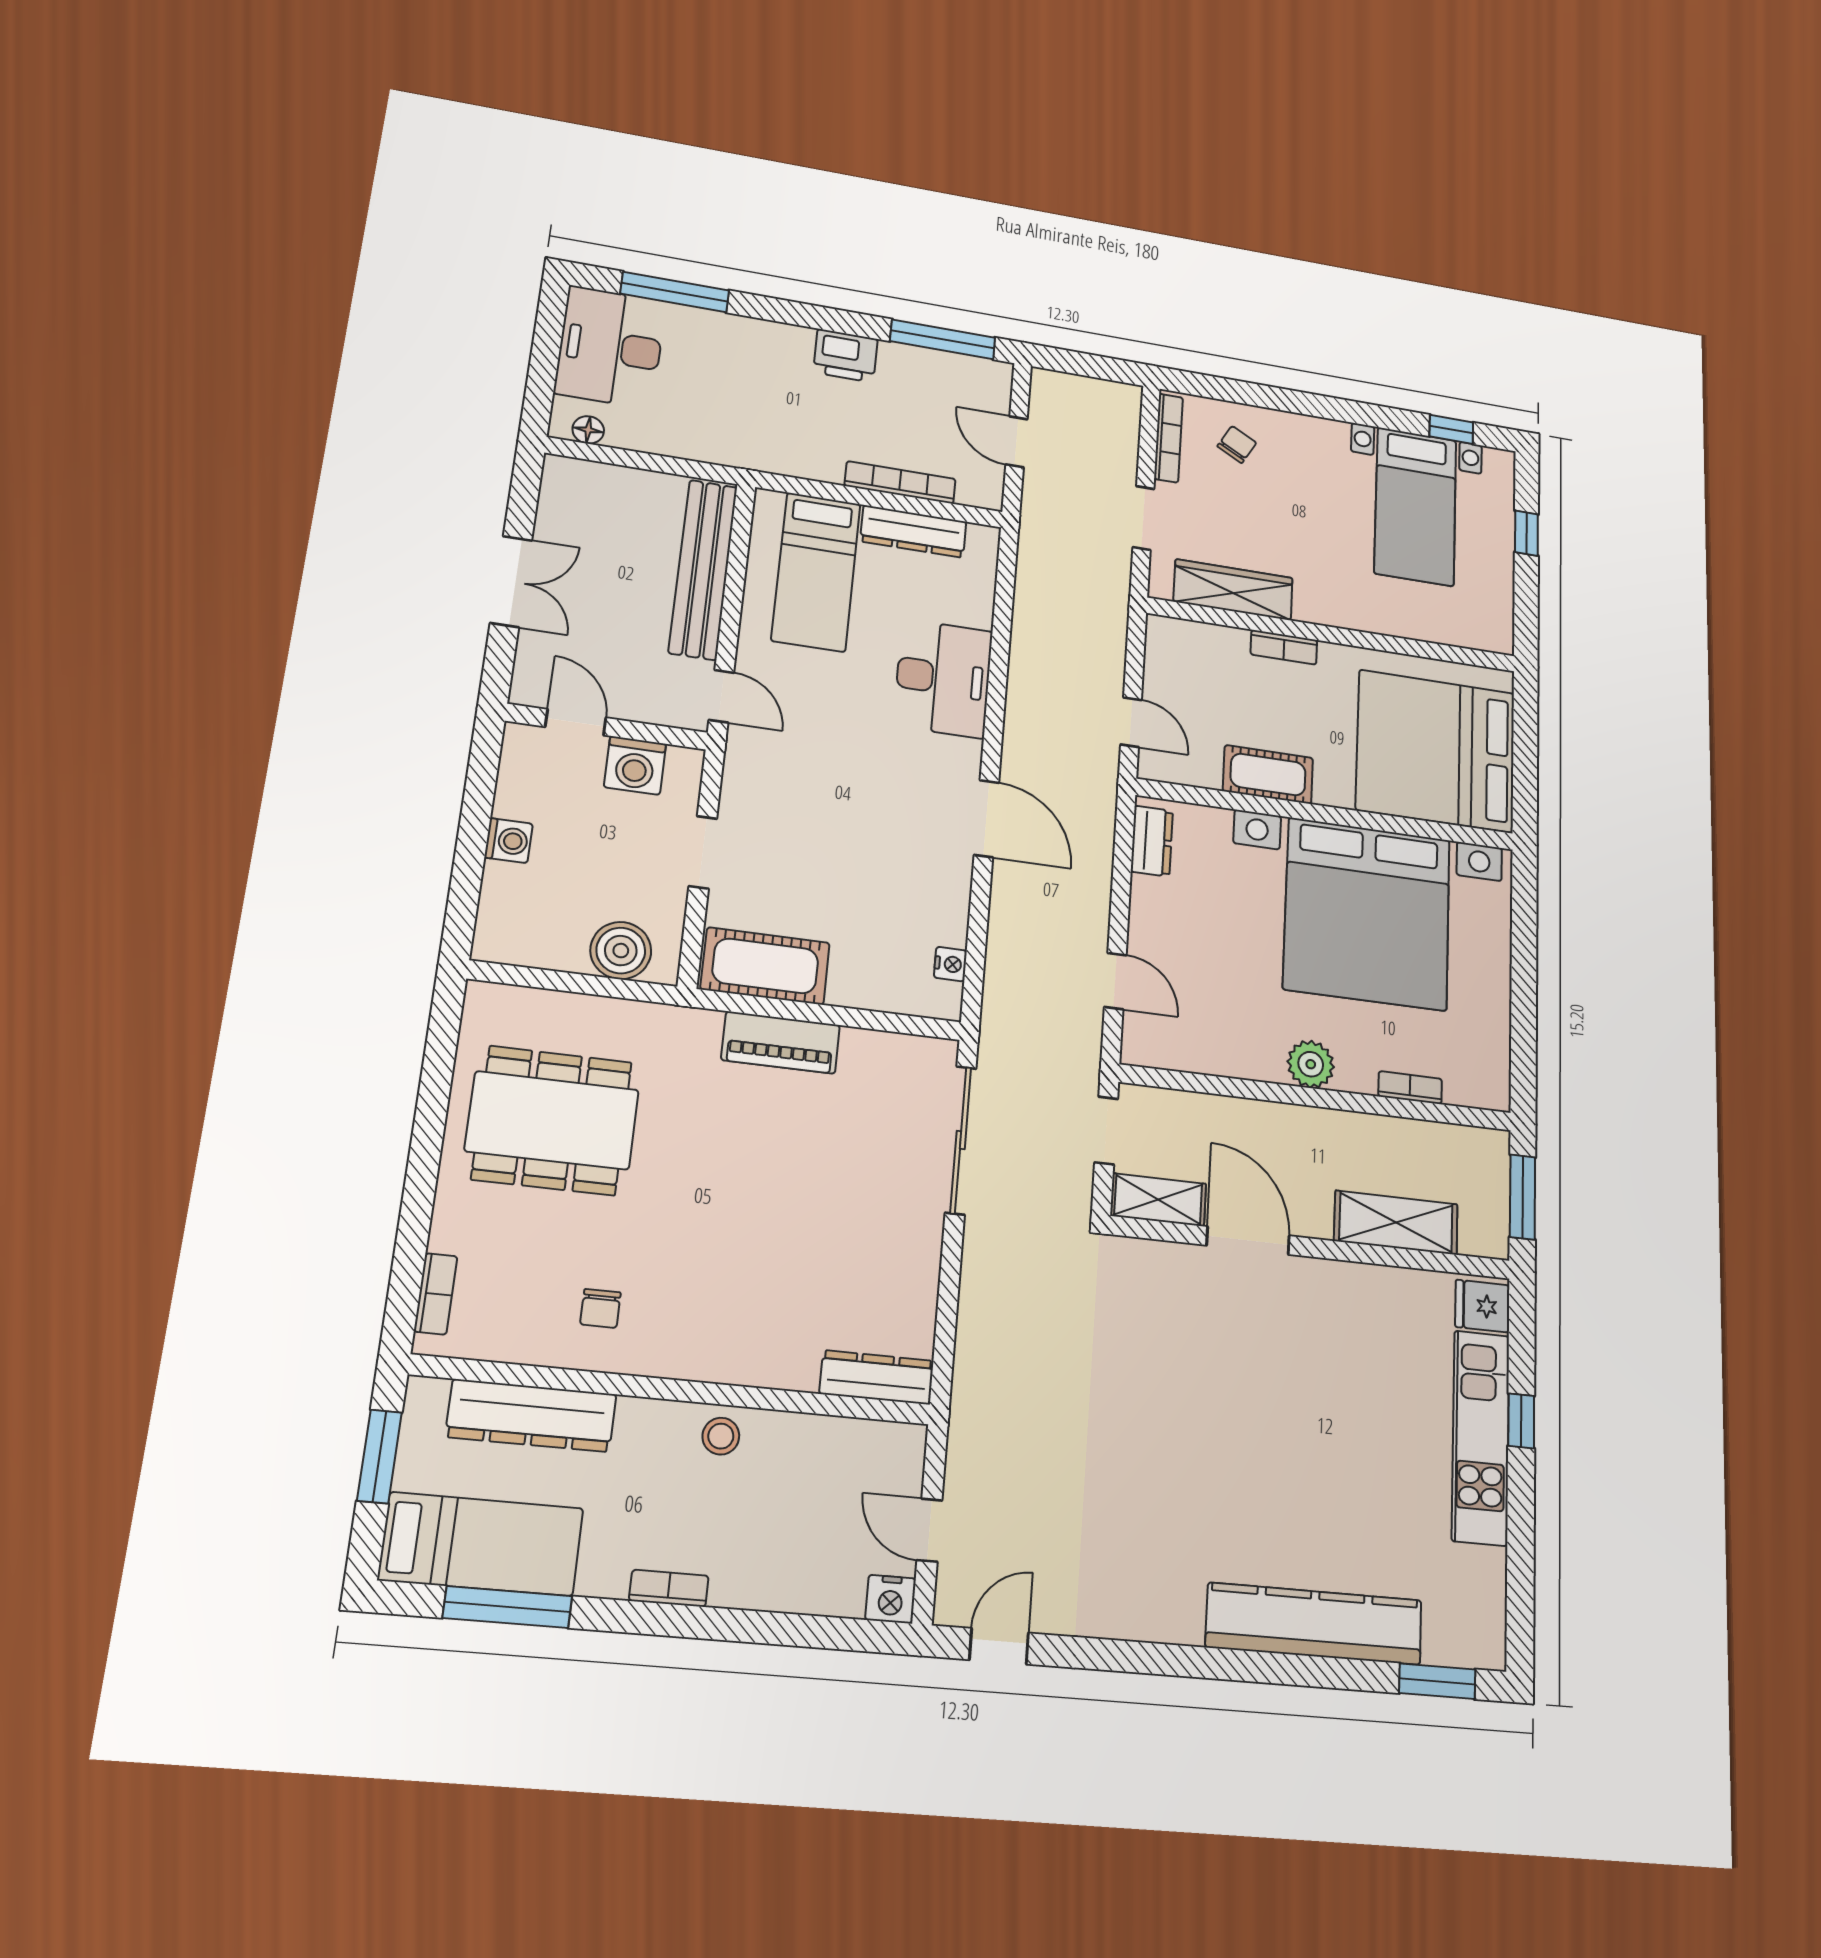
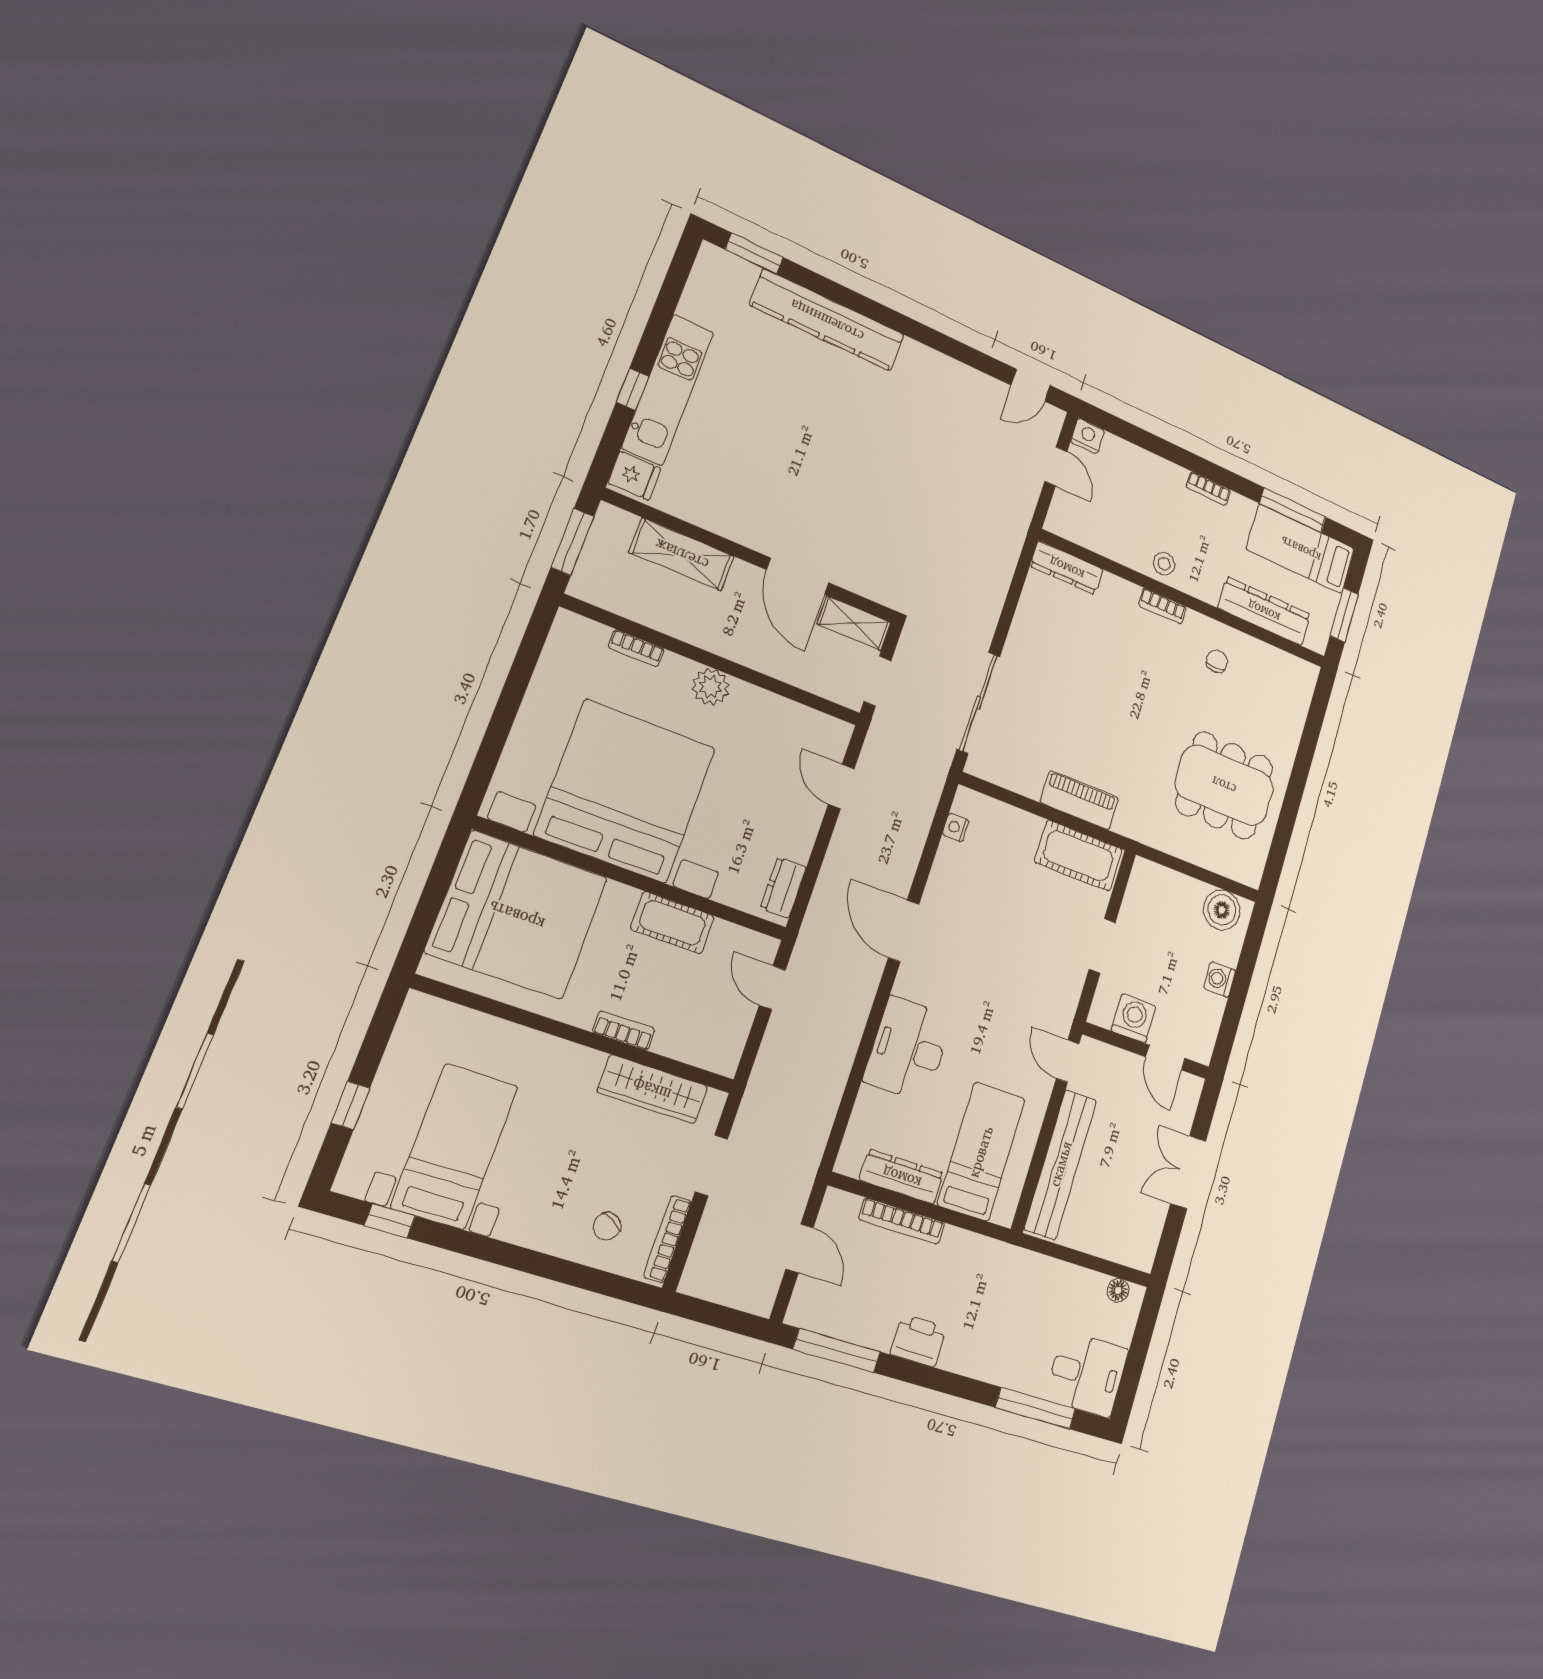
desk: (610, 347) -> (1087, 1374), width x0.73
boiler: (621, 951) -> (1222, 910), moved
bookcase: (436, 1294) -> (1162, 606), moved, turned -90

